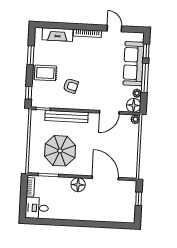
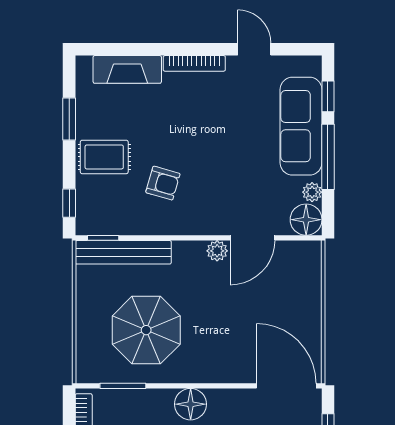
bench: (67, 116) -> (123, 252), moved
plant: (135, 119) -> (217, 251), moved
door: (105, 178) -> (286, 386), moved

